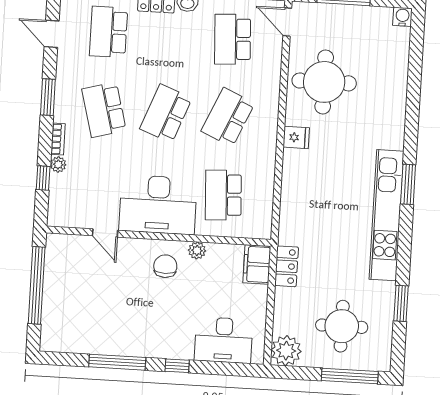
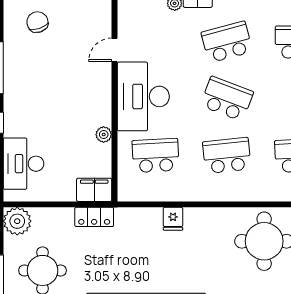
school desk: (228, 117) -> (227, 155), turned -30
fridge: (296, 137) -> (173, 219), moved
chair: (165, 266) -> (37, 22), moved, turned -109

